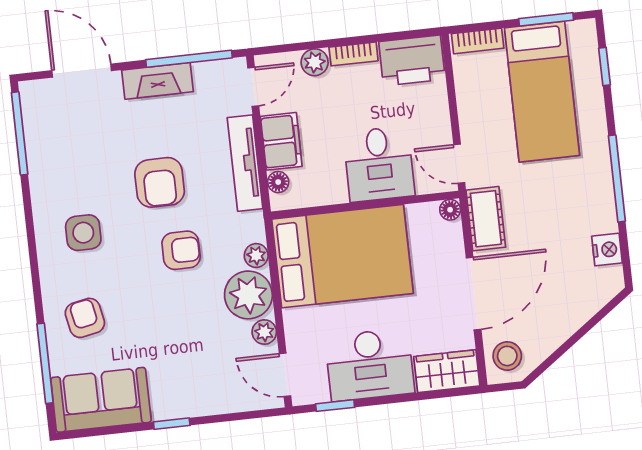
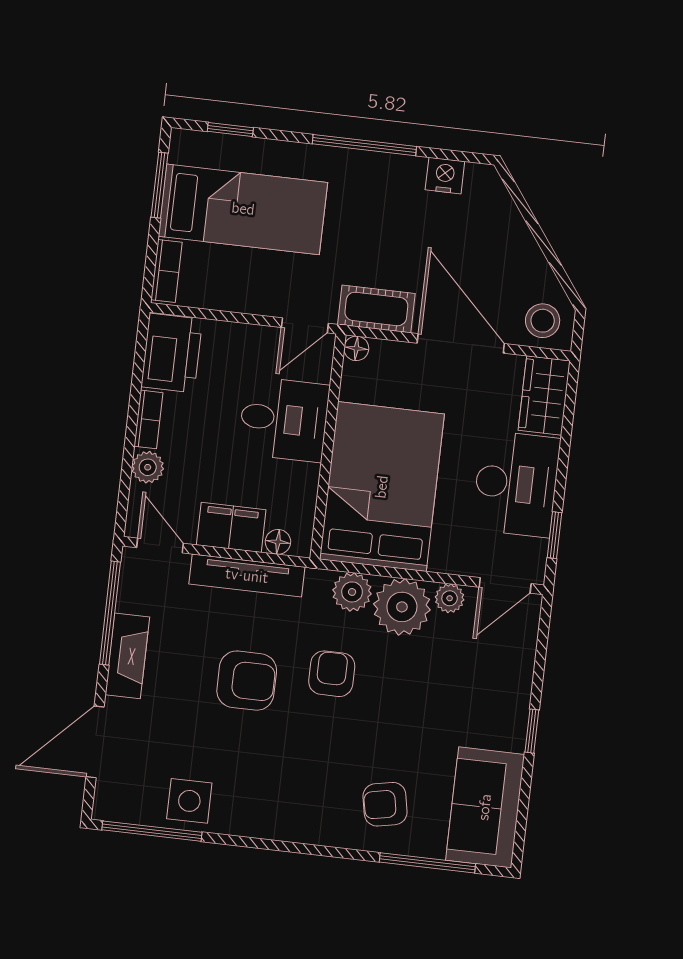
side table: (83, 233) -> (189, 801), moved
plant: (256, 256) -> (352, 592), width x1.38, depth x1.38

